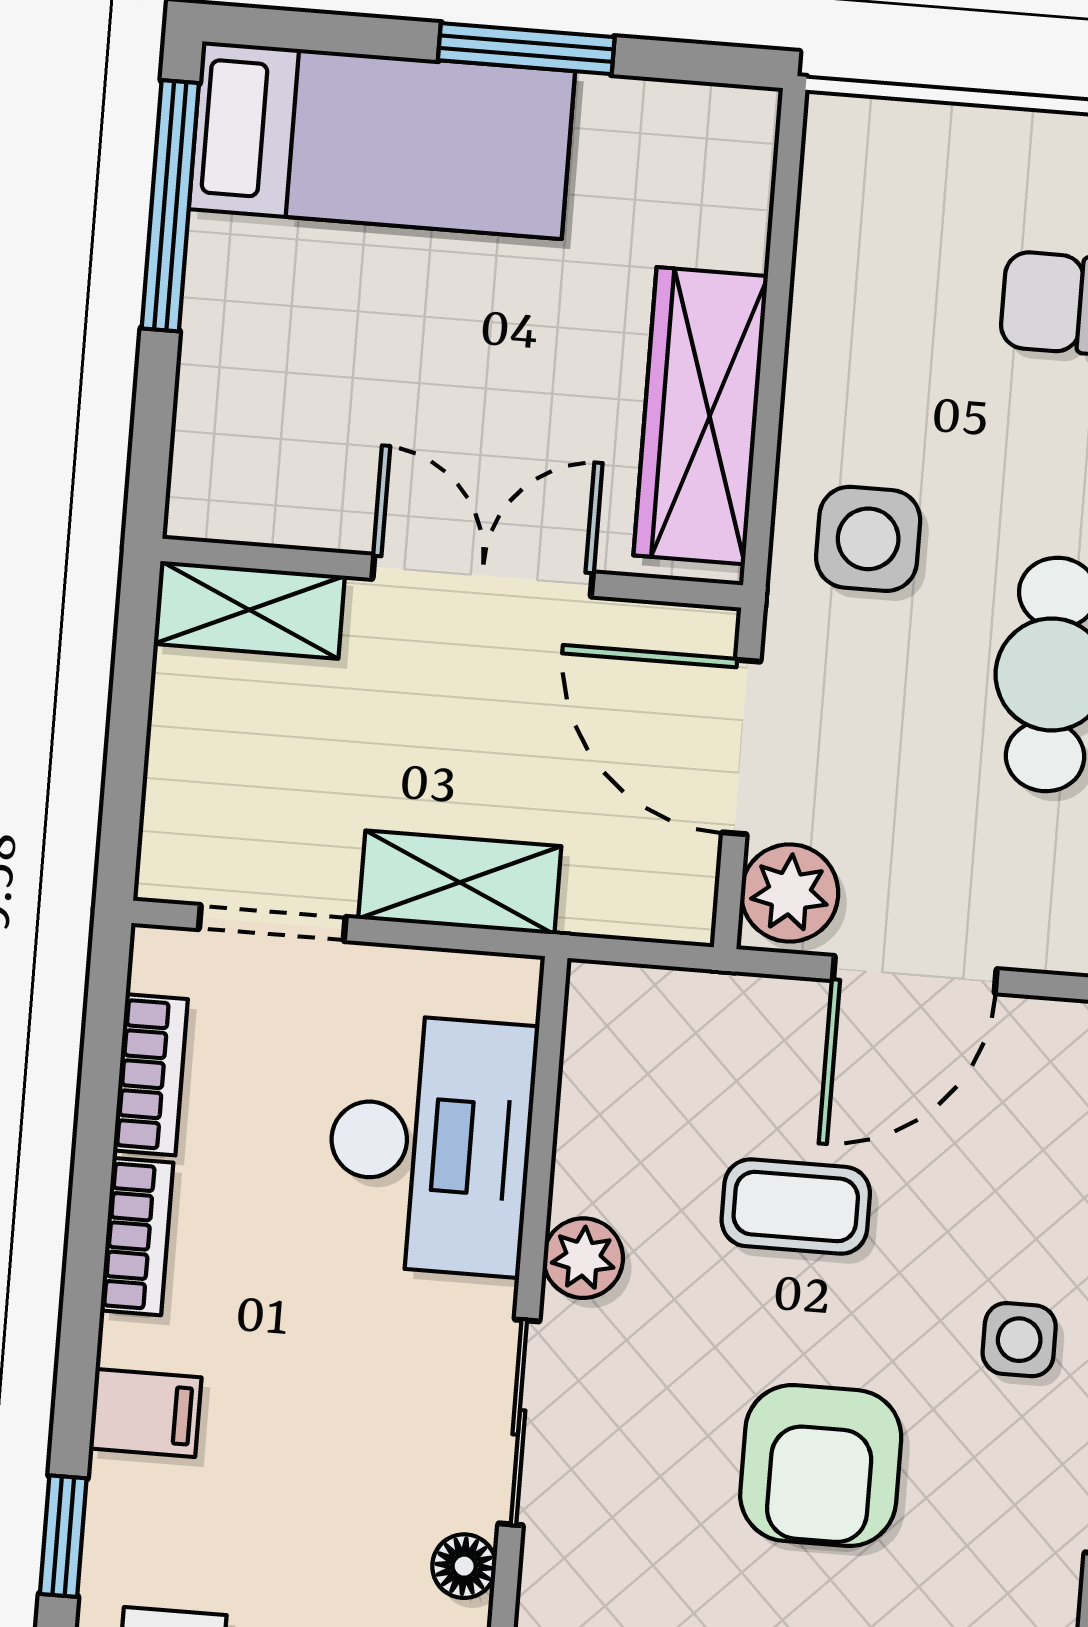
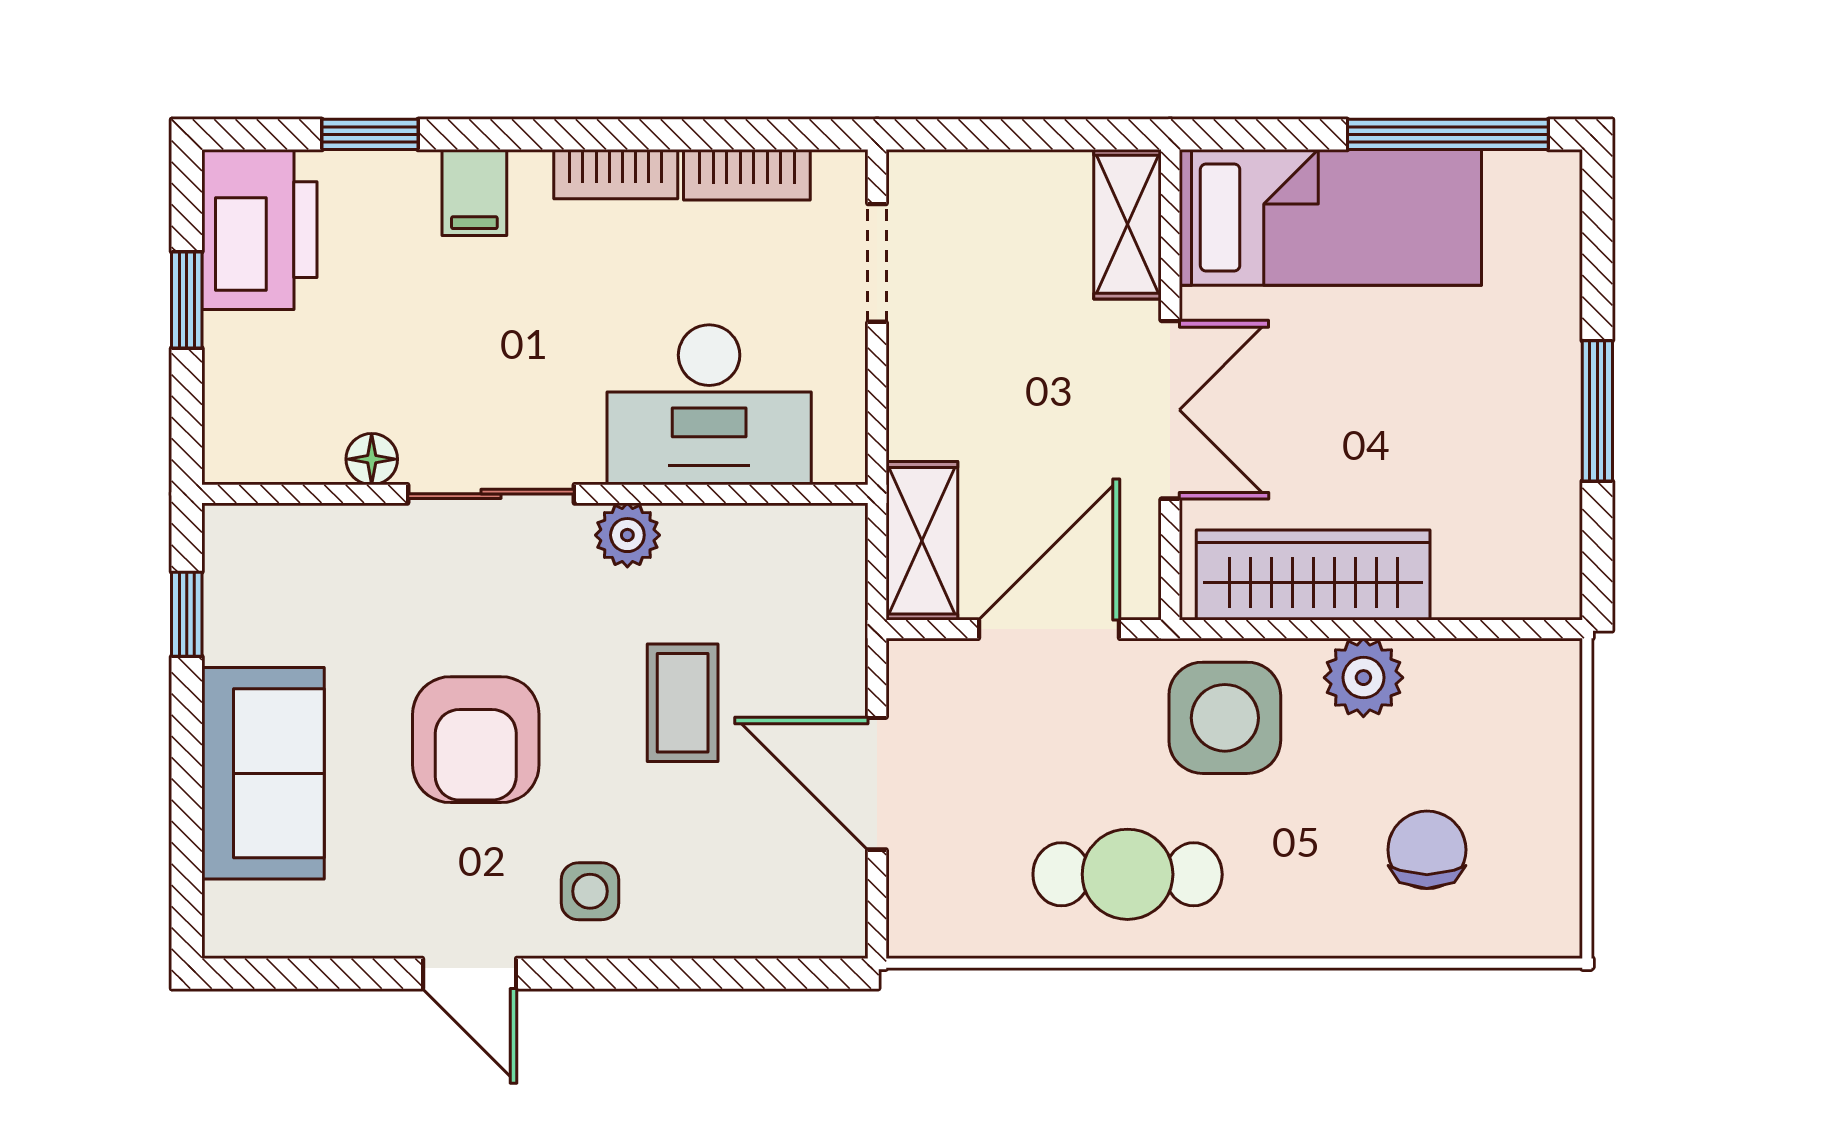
bed: (382, 140) -> (1330, 217), moved, turned -90
side table: (868, 539) -> (1225, 718), width x1.37, depth x1.37
shelving: (460, 882) -> (922, 541), moved
plant: (790, 893) -> (1363, 678), moved
armchair: (821, 1466) -> (476, 740), turned -90

